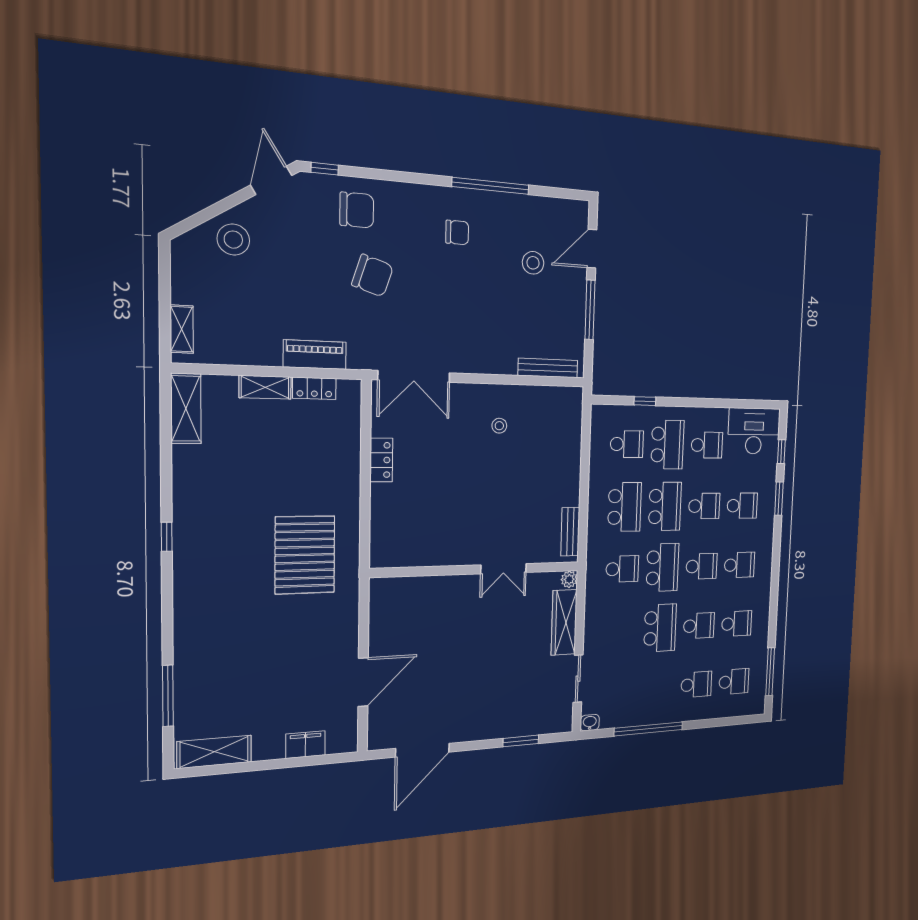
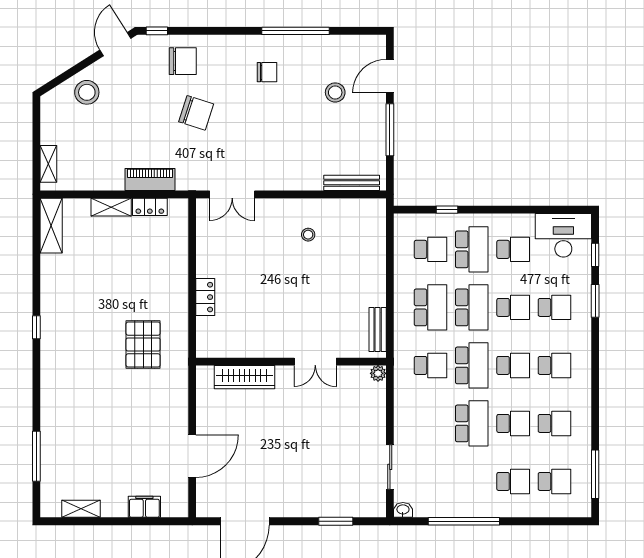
double door: (414, 376) -> (232, 194), width x0.73
locker: (381, 460) -> (205, 297), moved
pallet: (305, 555) -> (143, 345), width x0.73, depth x0.71
wardrobe: (564, 622) -> (244, 377), moved, turned -90
shelving: (214, 752) -> (81, 509), width x0.67, depth x0.75

